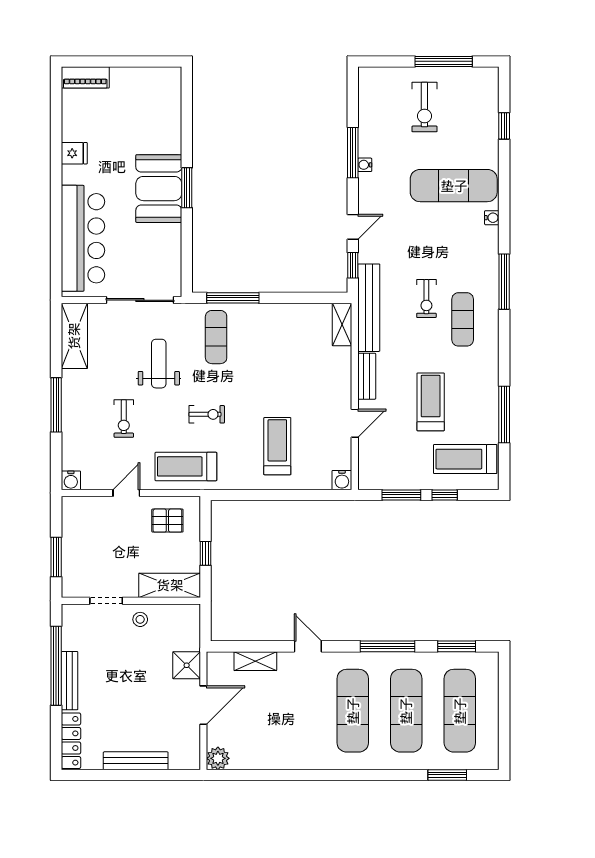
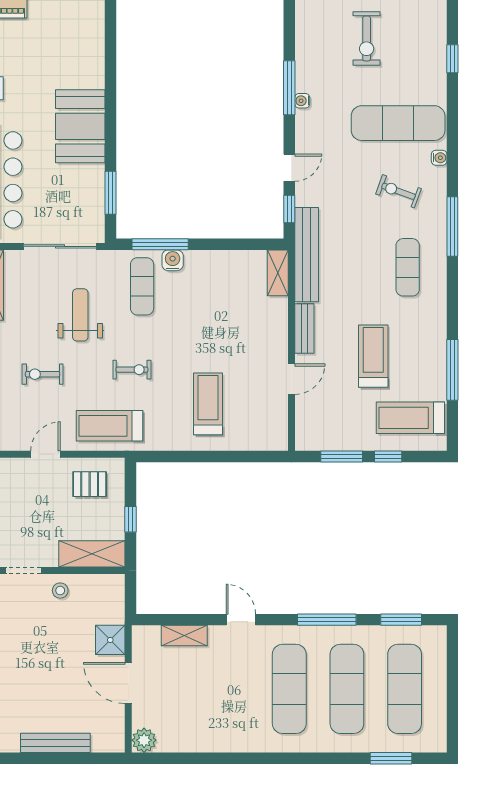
window: (187, 188) -> (110, 193), moved
exercise bike: (426, 299) -> (398, 191), moved, turned 110
exercise bike: (124, 419) -> (43, 374), turned 90
water cooler: (342, 480) -> (173, 260), moved, turned 180
door: (203, 705) -> (128, 683), swing flipped

